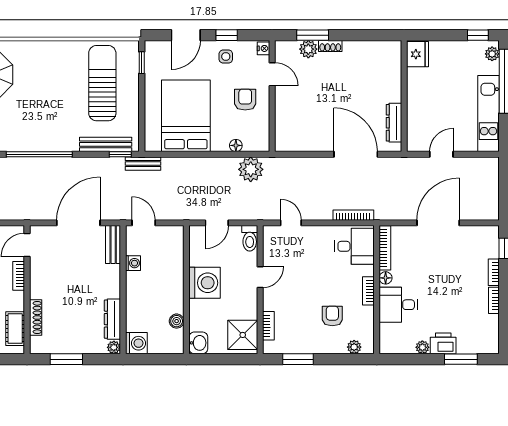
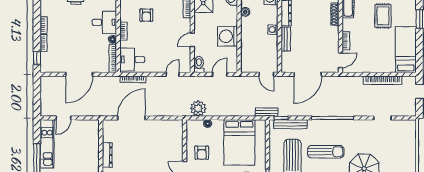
sun lounger: (50, 101) -> (326, 152), added
dresser: (394, 123) -> (107, 155), moved
door: (356, 154) -> (131, 118), swing flipped
door: (441, 154) -> (63, 118), moved
door: (291, 223) -> (173, 74), swing flipped
bench: (113, 245) -> (286, 39), moved
washing machine: (133, 263) -> (273, 30), moved

